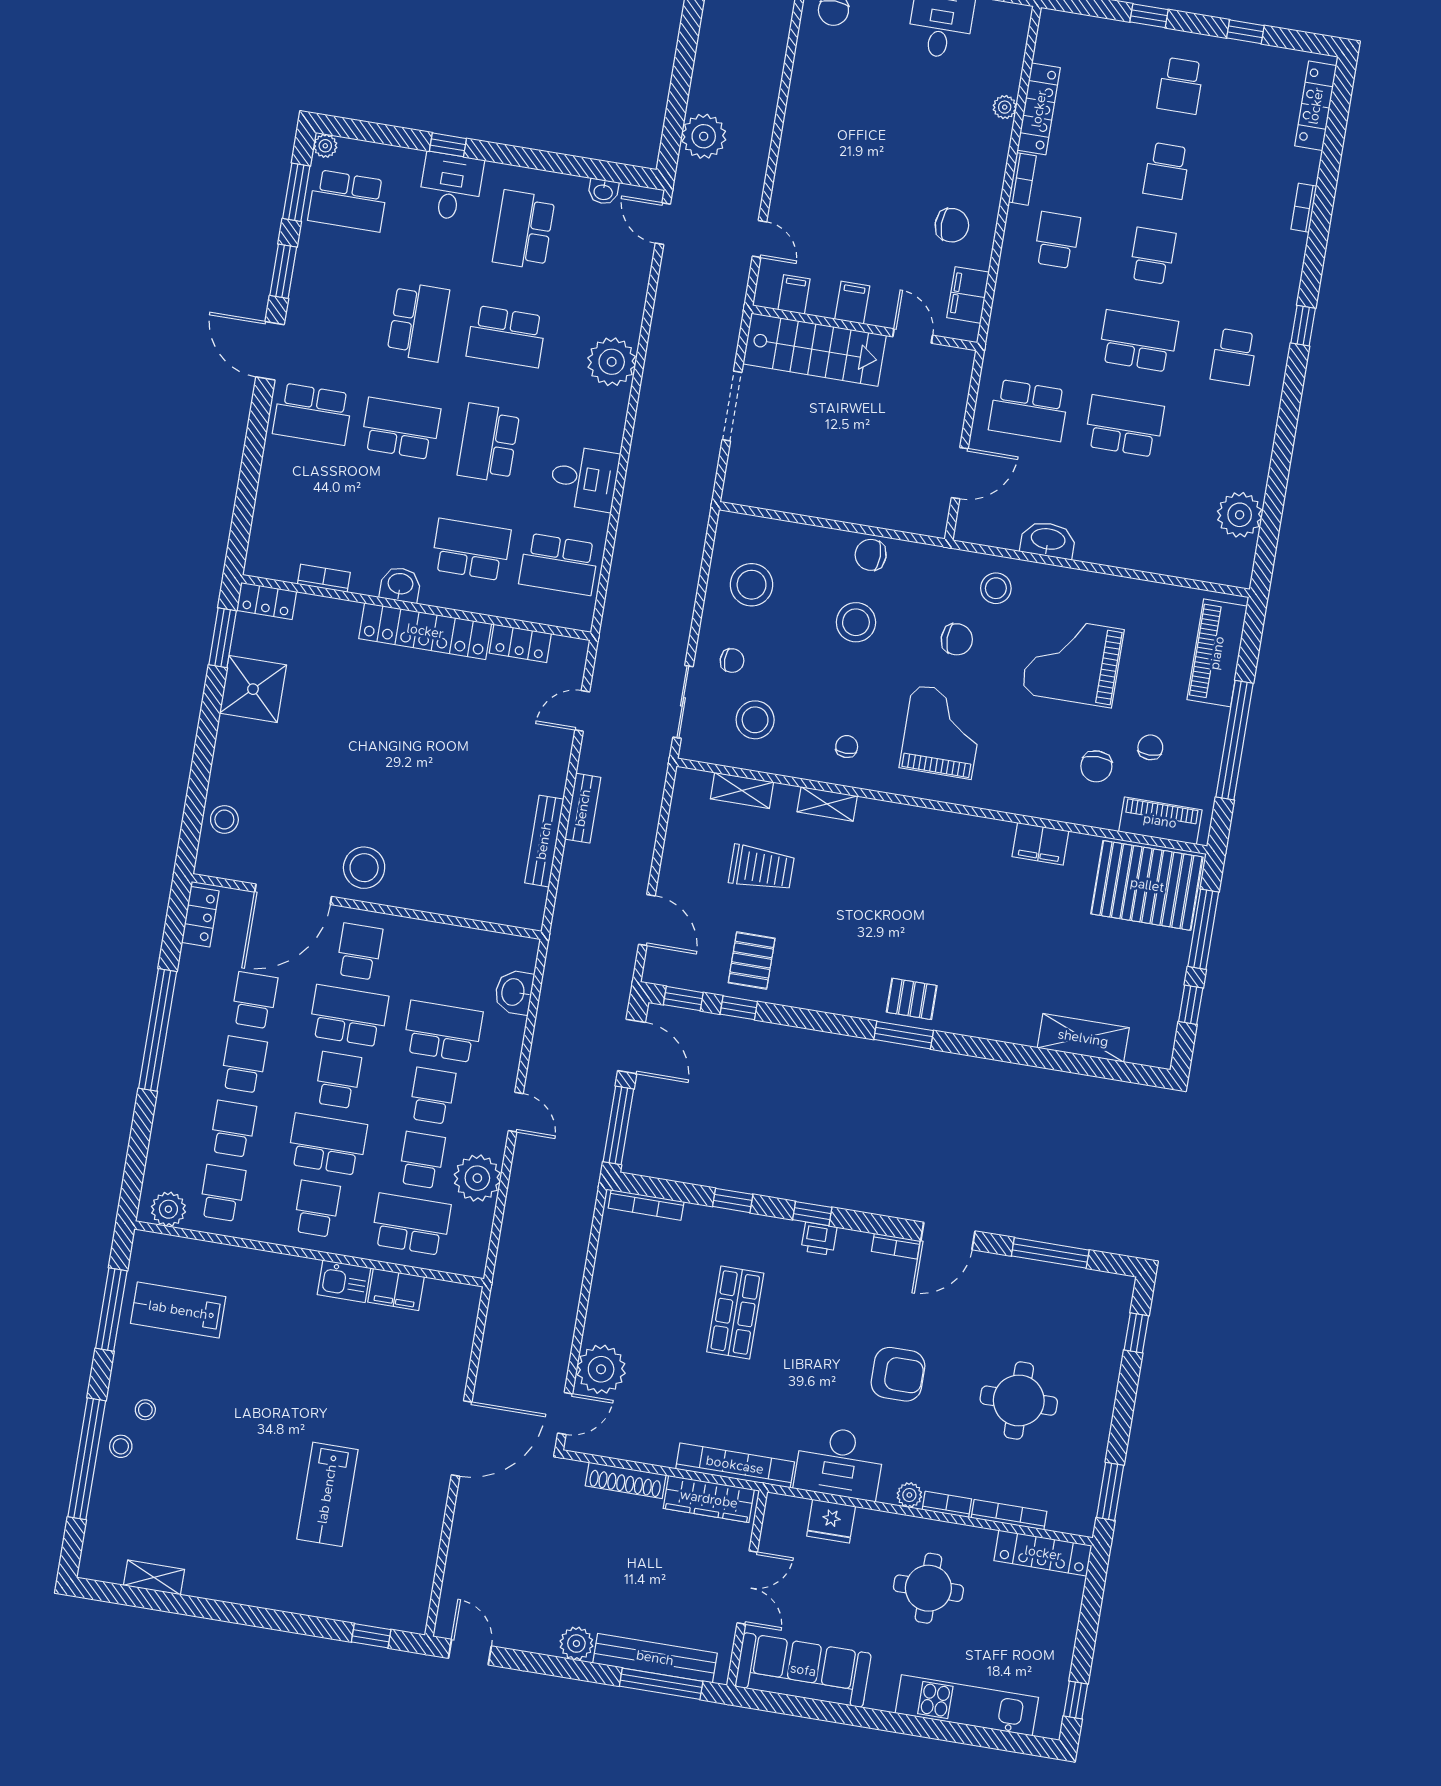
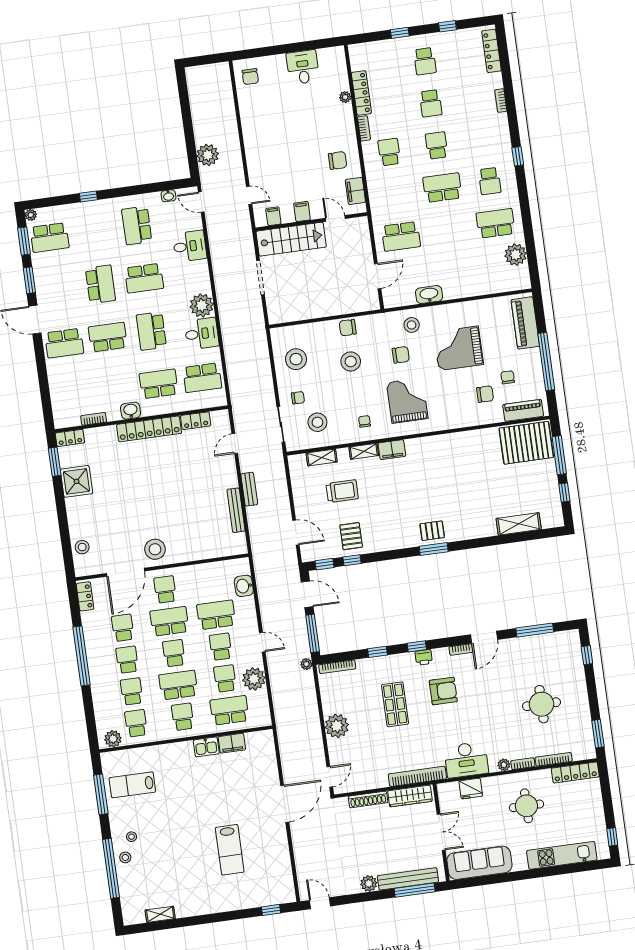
desk: (451, 187) -> (190, 246), moved, turned 90
plant: (612, 362) -> (202, 305), moved
school desk: (1124, 426) -> (496, 223), moved
chair: (1096, 766) -> (485, 394), turned -90
filing cabinet: (1040, 844) -> (392, 450), moved
plant: (588, 1181) -> (306, 664), added
plant: (601, 1369) -> (337, 726), moved
armchair: (898, 1374) -> (443, 691), moved

